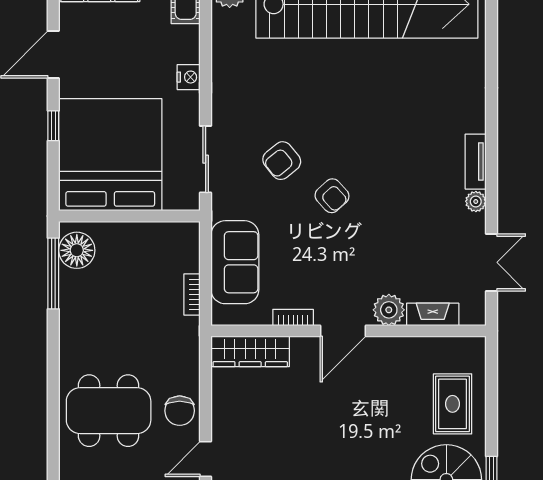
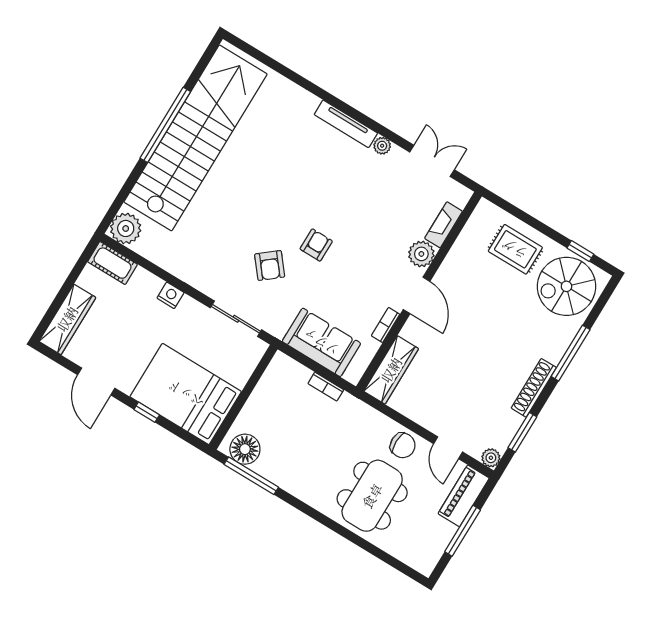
bed: (110, 155) -> (186, 394), width x0.73
tv unit: (476, 162) -> (346, 124), width x1.41
armchair: (332, 196) -> (316, 245), turned -48

